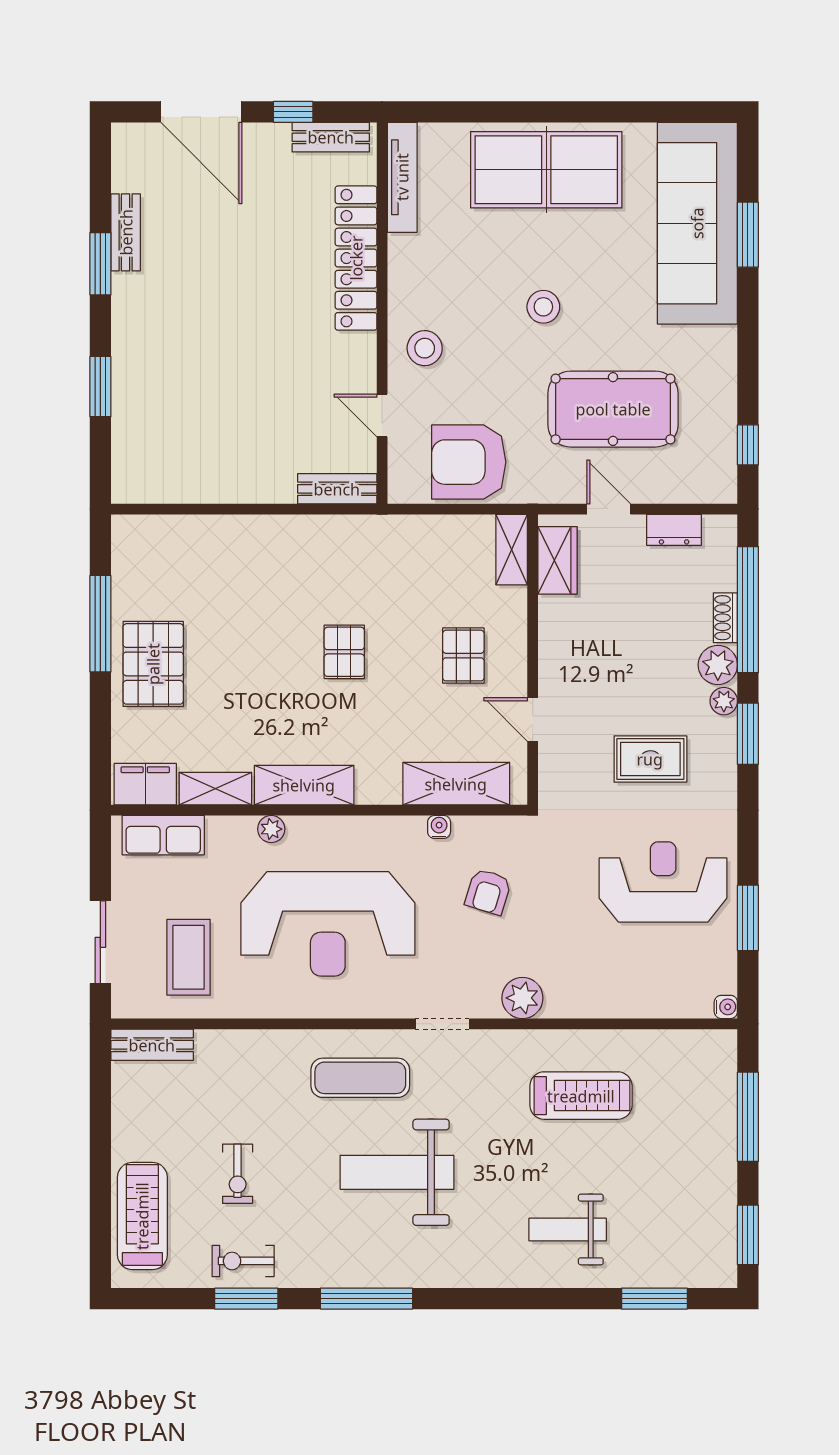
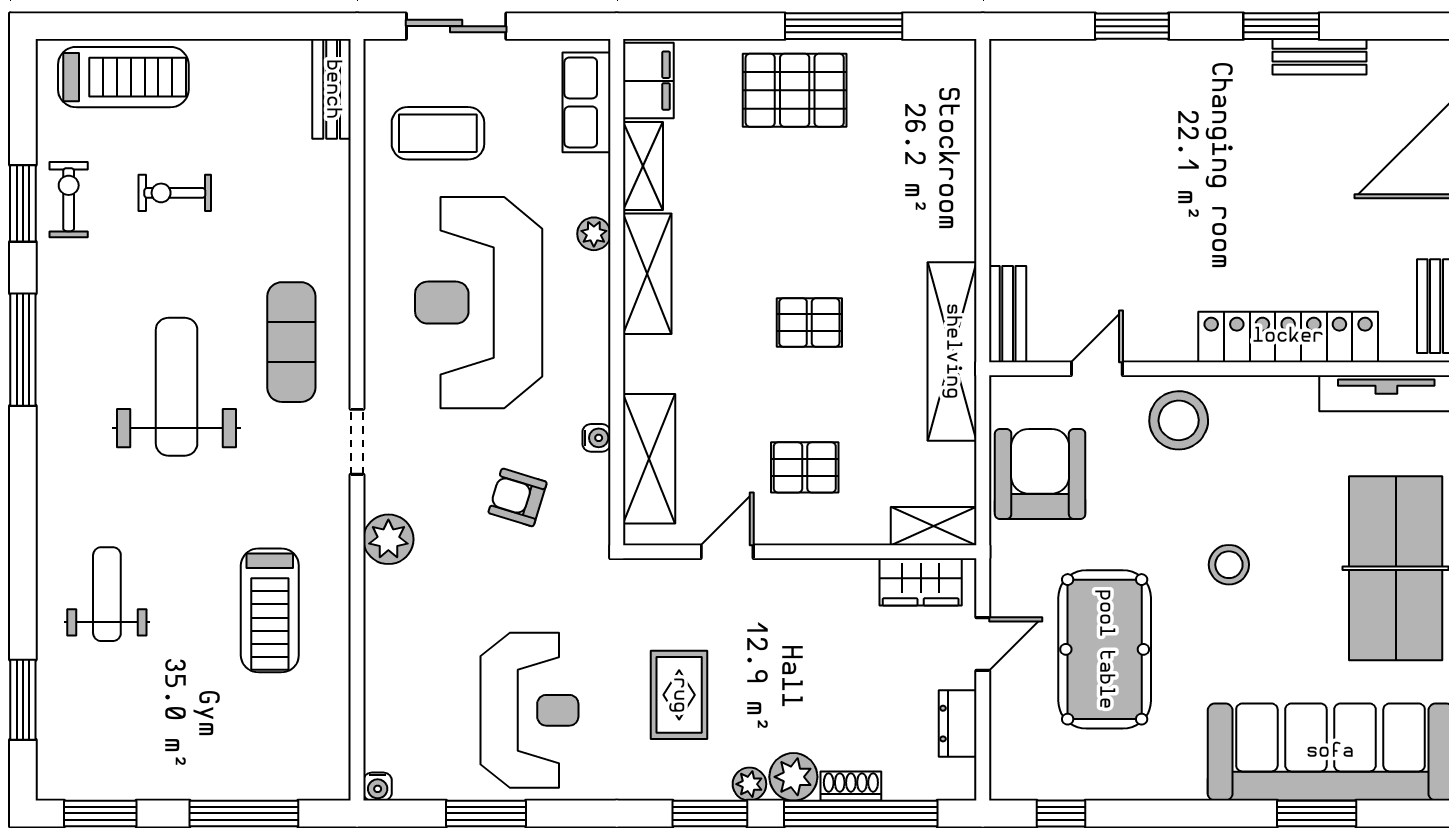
stool: (425, 348) -> (1179, 420), width x1.38, depth x1.38
shelving: (368, 535) -> (952, 351), added

